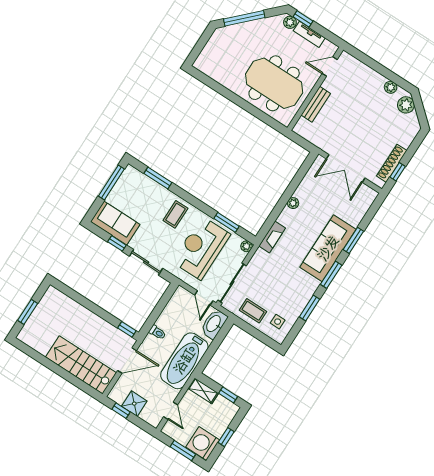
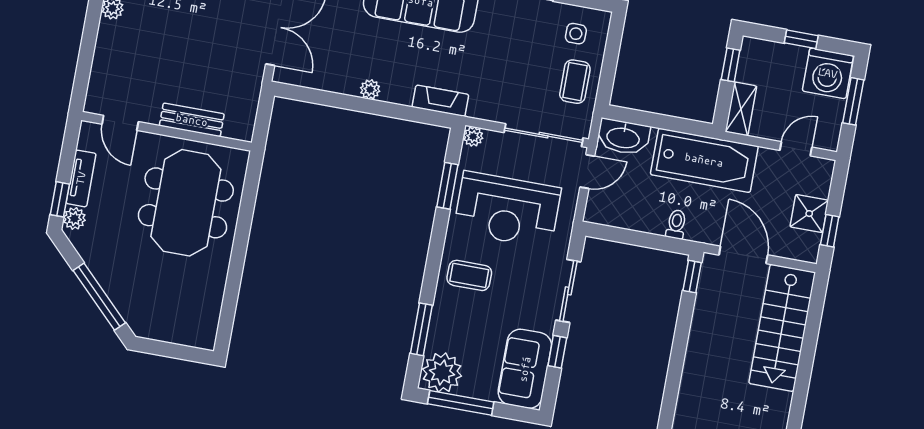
plant: (131, 179) -> (442, 372), added

